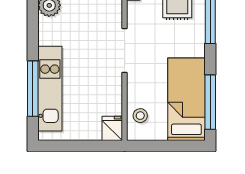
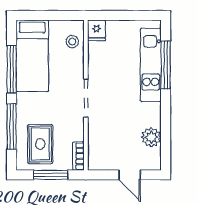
window: (210, 102) -> (12, 69), moved

